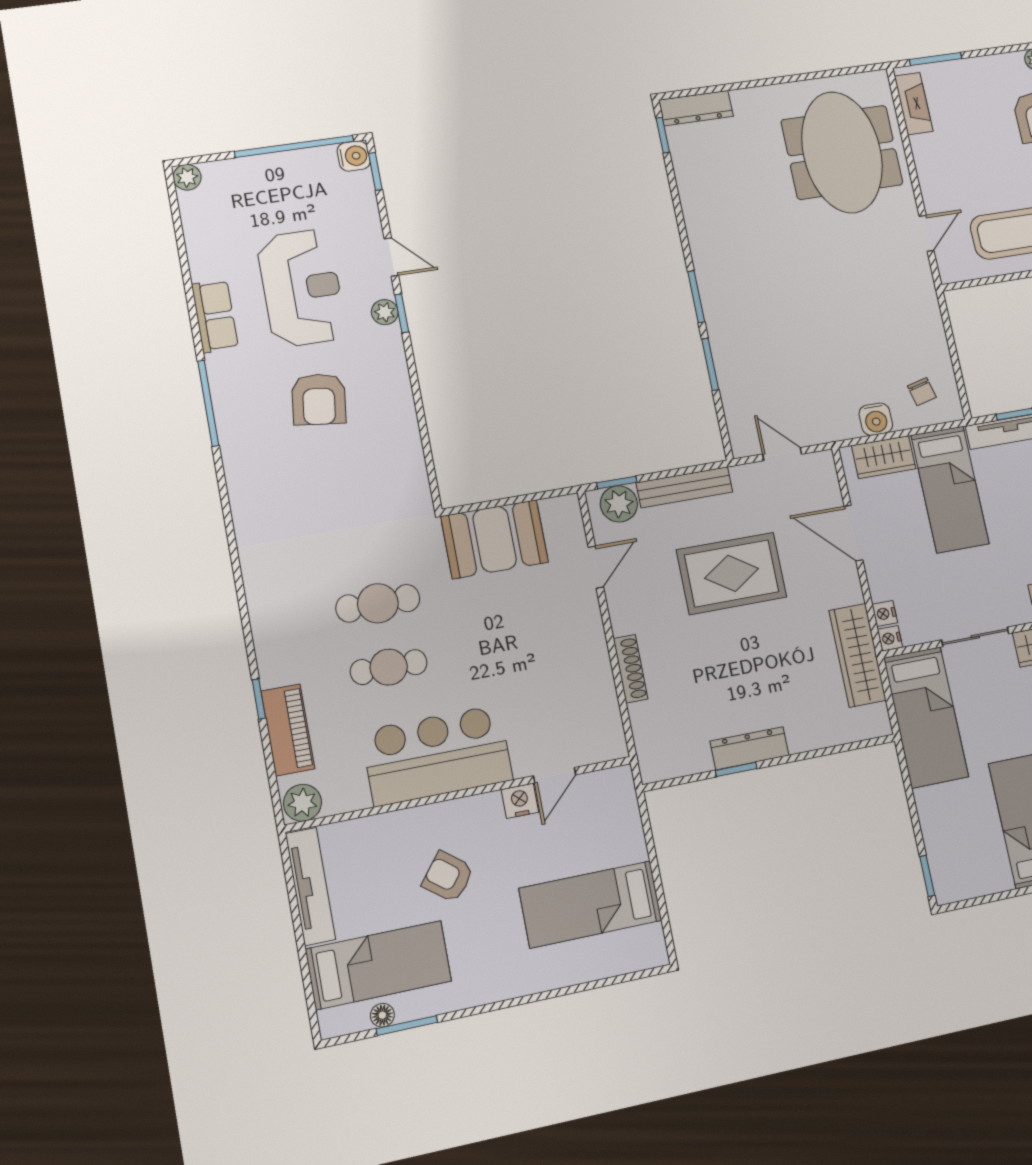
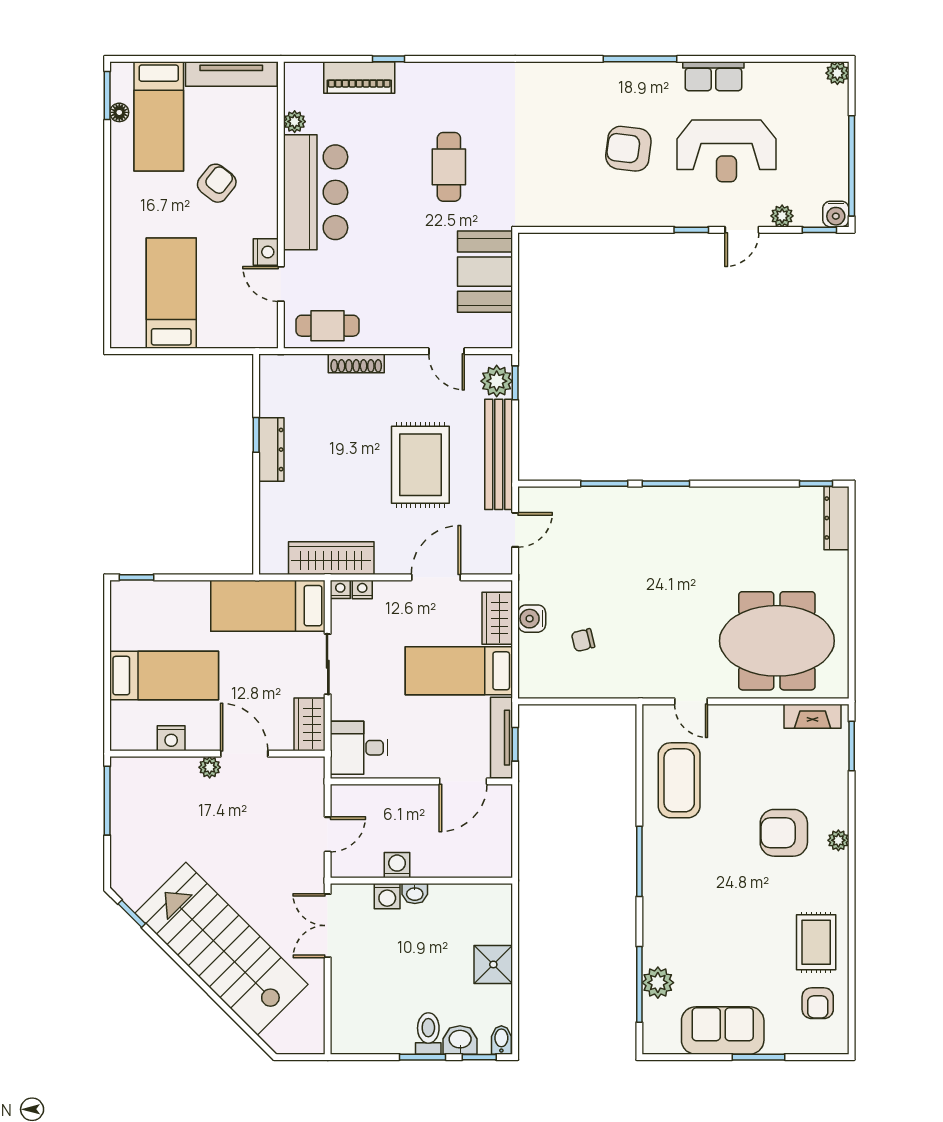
plant: (385, 312) -> (782, 216), moved
chair: (922, 392) -> (583, 640), moved
bench: (684, 487) -> (499, 454), width x1.37, depth x1.21
cafe table: (389, 667) -> (327, 326), moved, turned 90
plant: (302, 803) -> (295, 122), moved, width x0.73, depth x0.73
window: (407, 1026) -> (107, 95), moved

